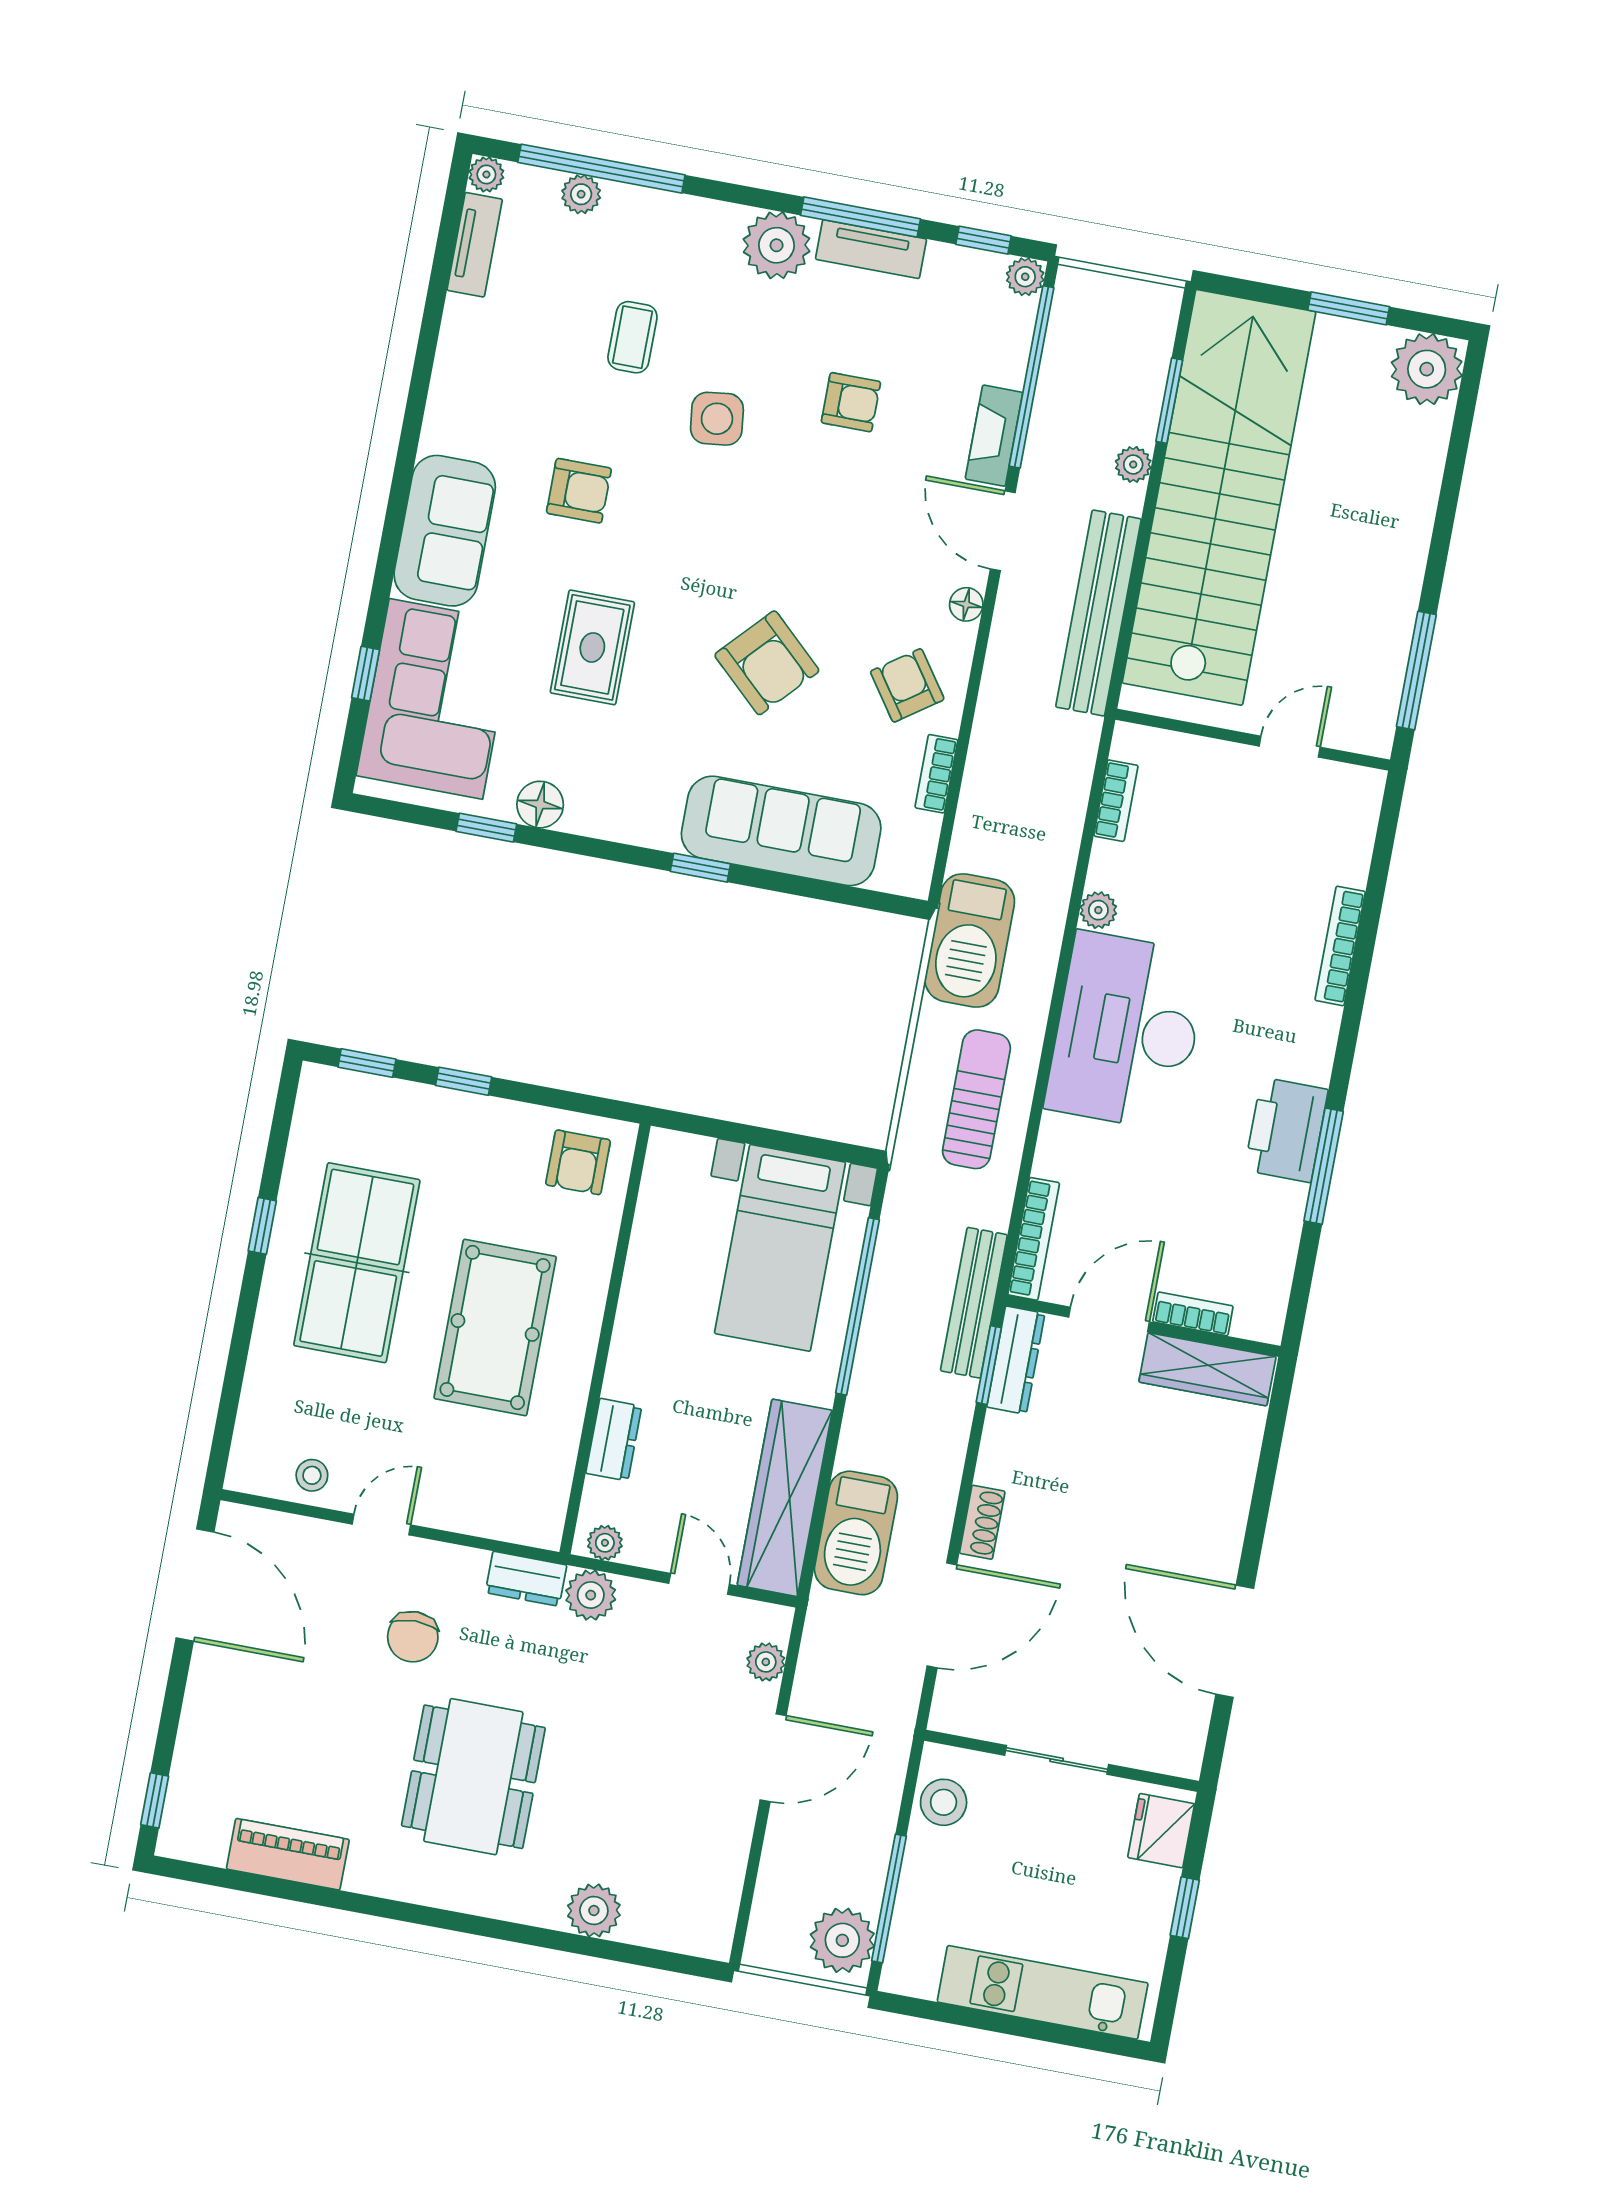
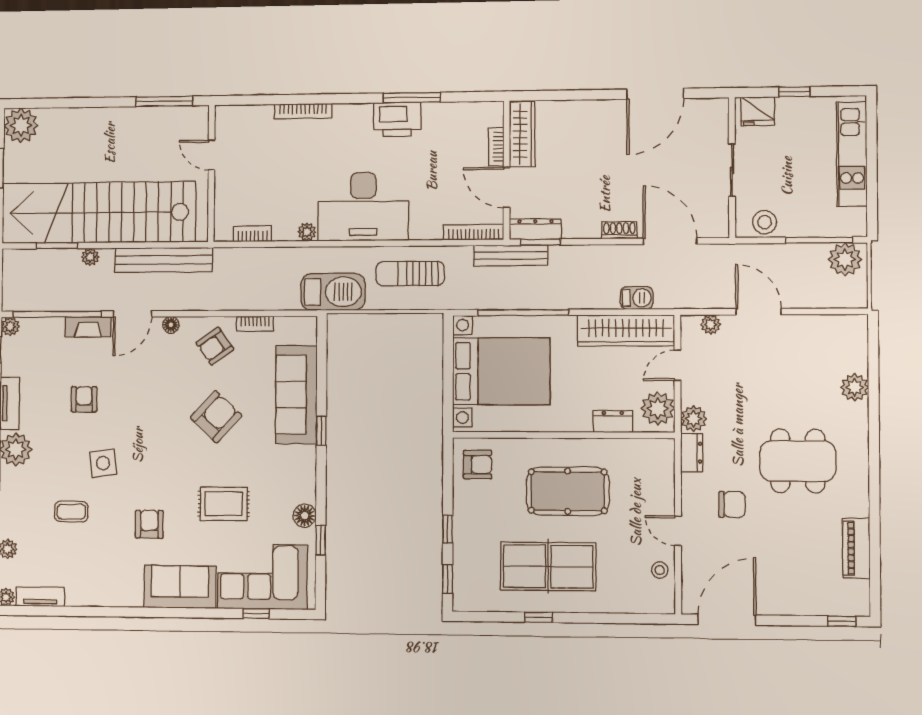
bed with nightstands: (780, 1248) -> (501, 371), width x1.36
barbecue: (856, 1533) -> (637, 298), width x0.53, depth x0.65
plant: (605, 1543) -> (658, 408), width x1.88, depth x1.88

